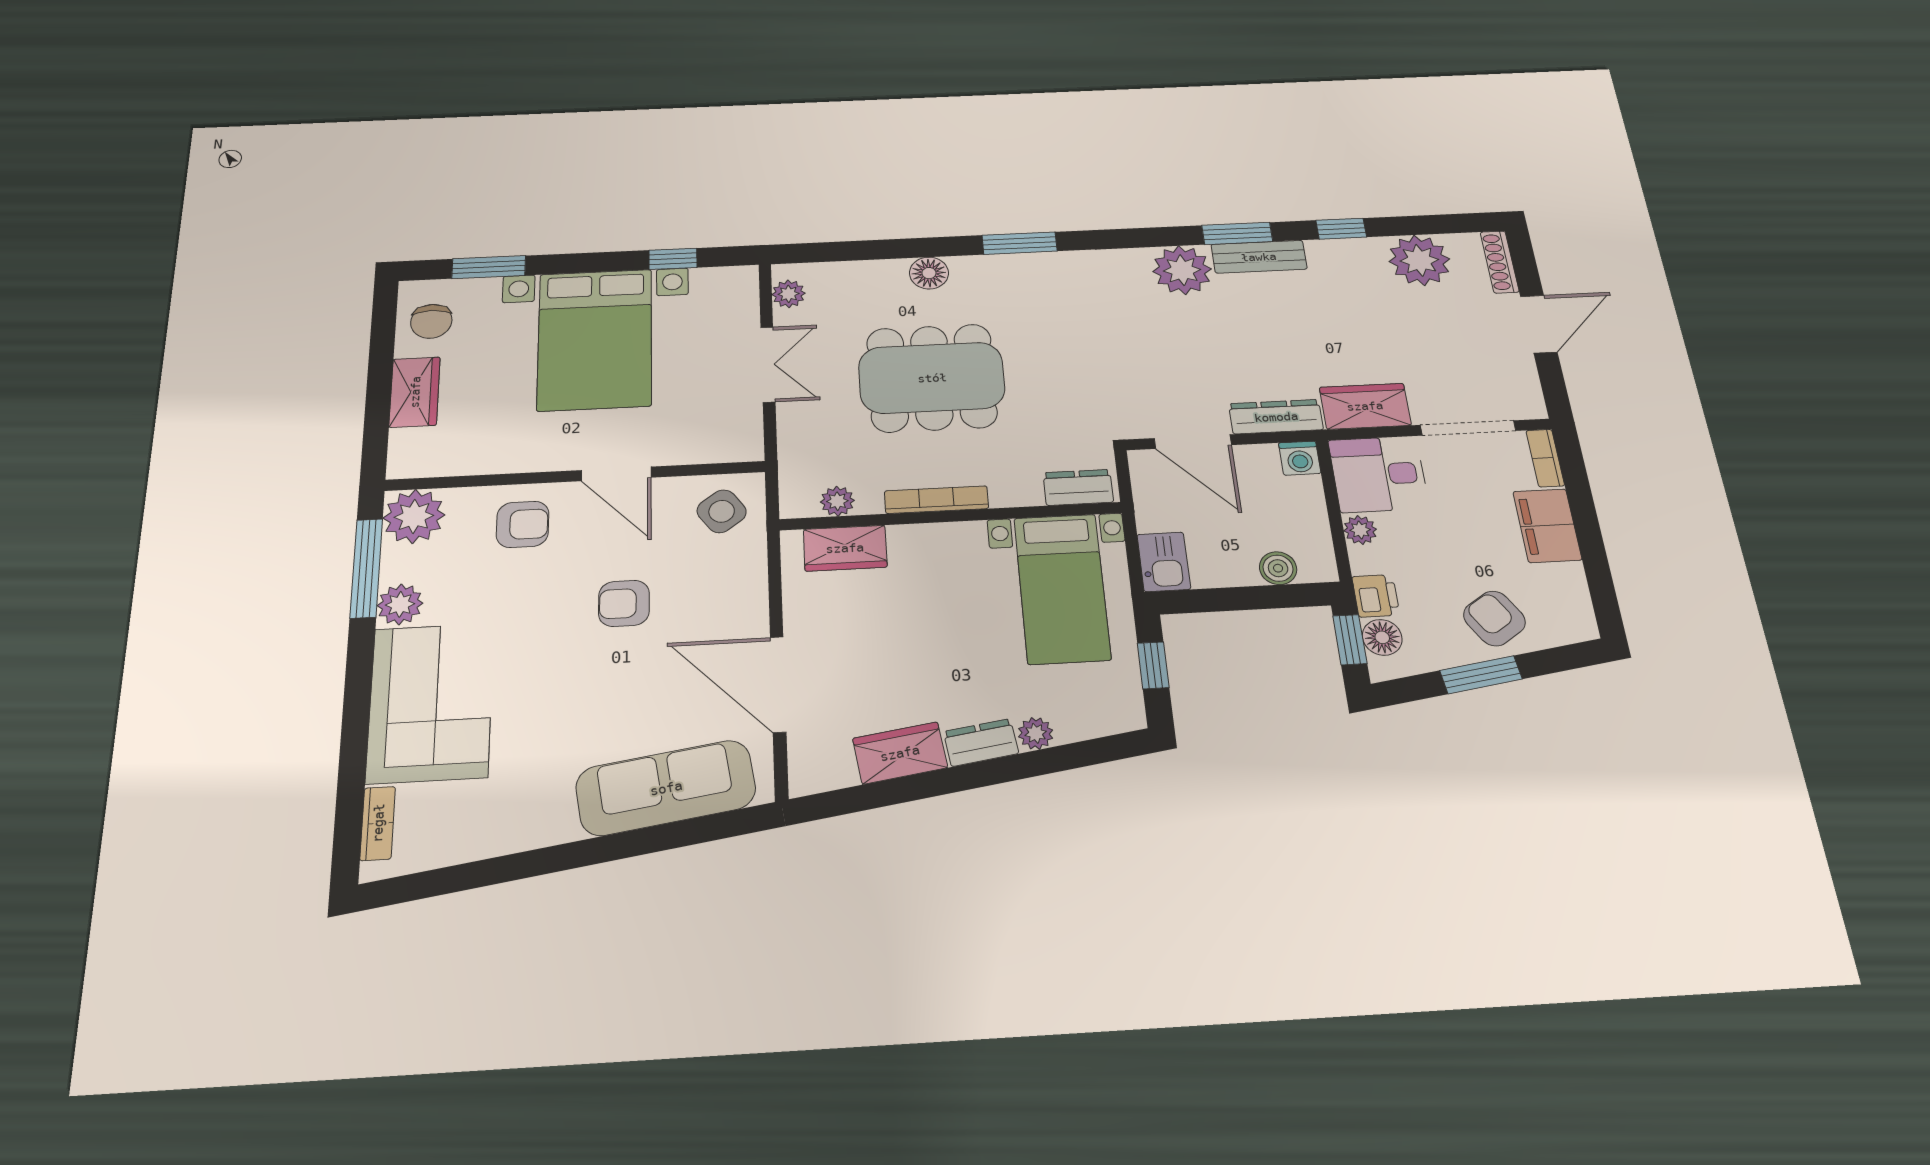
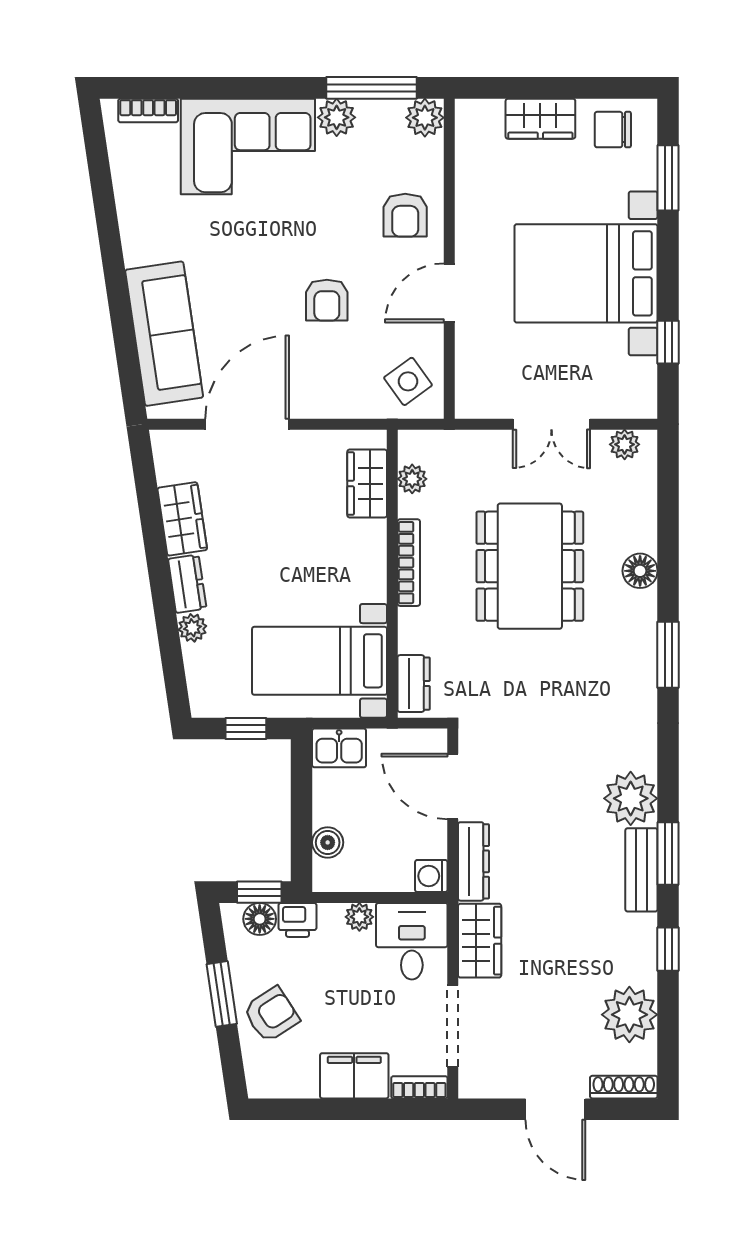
door: (1193, 442) -> (453, 786), hinge flipped
plant: (414, 516) -> (425, 118), width x0.73, depth x0.73
armchair: (624, 603) -> (327, 300), turned 180

